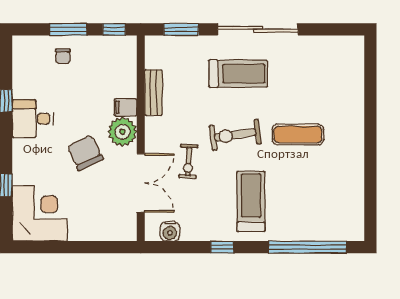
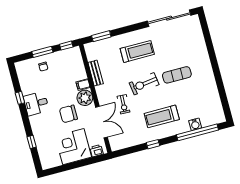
sliding door: (258, 29) -> (169, 18), moved
chair: (85, 153) -> (68, 114), turned -65
treadmill: (251, 201) -> (162, 116), turned -90
corner desk: (40, 214) -> (73, 147), moved, turned -90
water cooler: (170, 231) -> (195, 124), moved
printer: (118, 232) -> (97, 151), added

